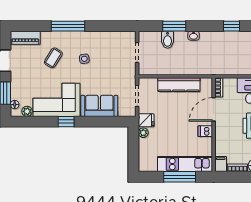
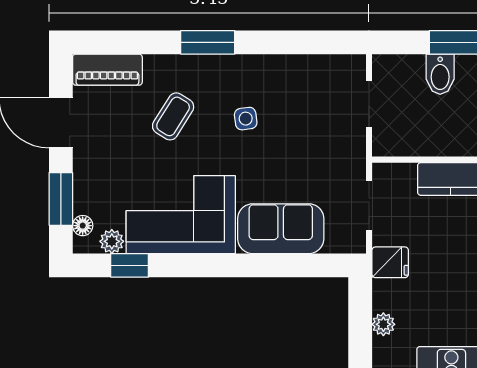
window: (68, 26) -> (208, 42), width x0.69
window: (66, 122) -> (130, 265), moved
plant: (143, 133) -> (383, 324), moved

